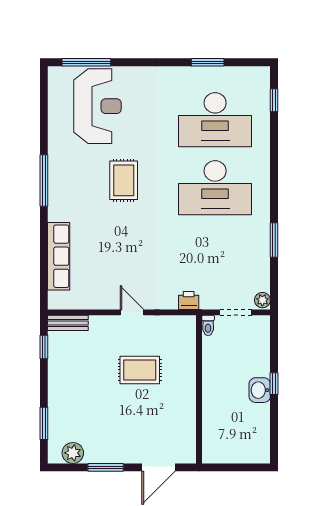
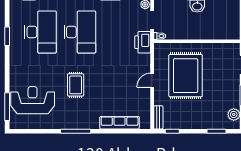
rug: (124, 180) -> (76, 85), turned 90
printer: (189, 300) -> (143, 42), width x1.87, depth x1.48
rug: (140, 370) -> (186, 76), width x1.86, depth x2.06

